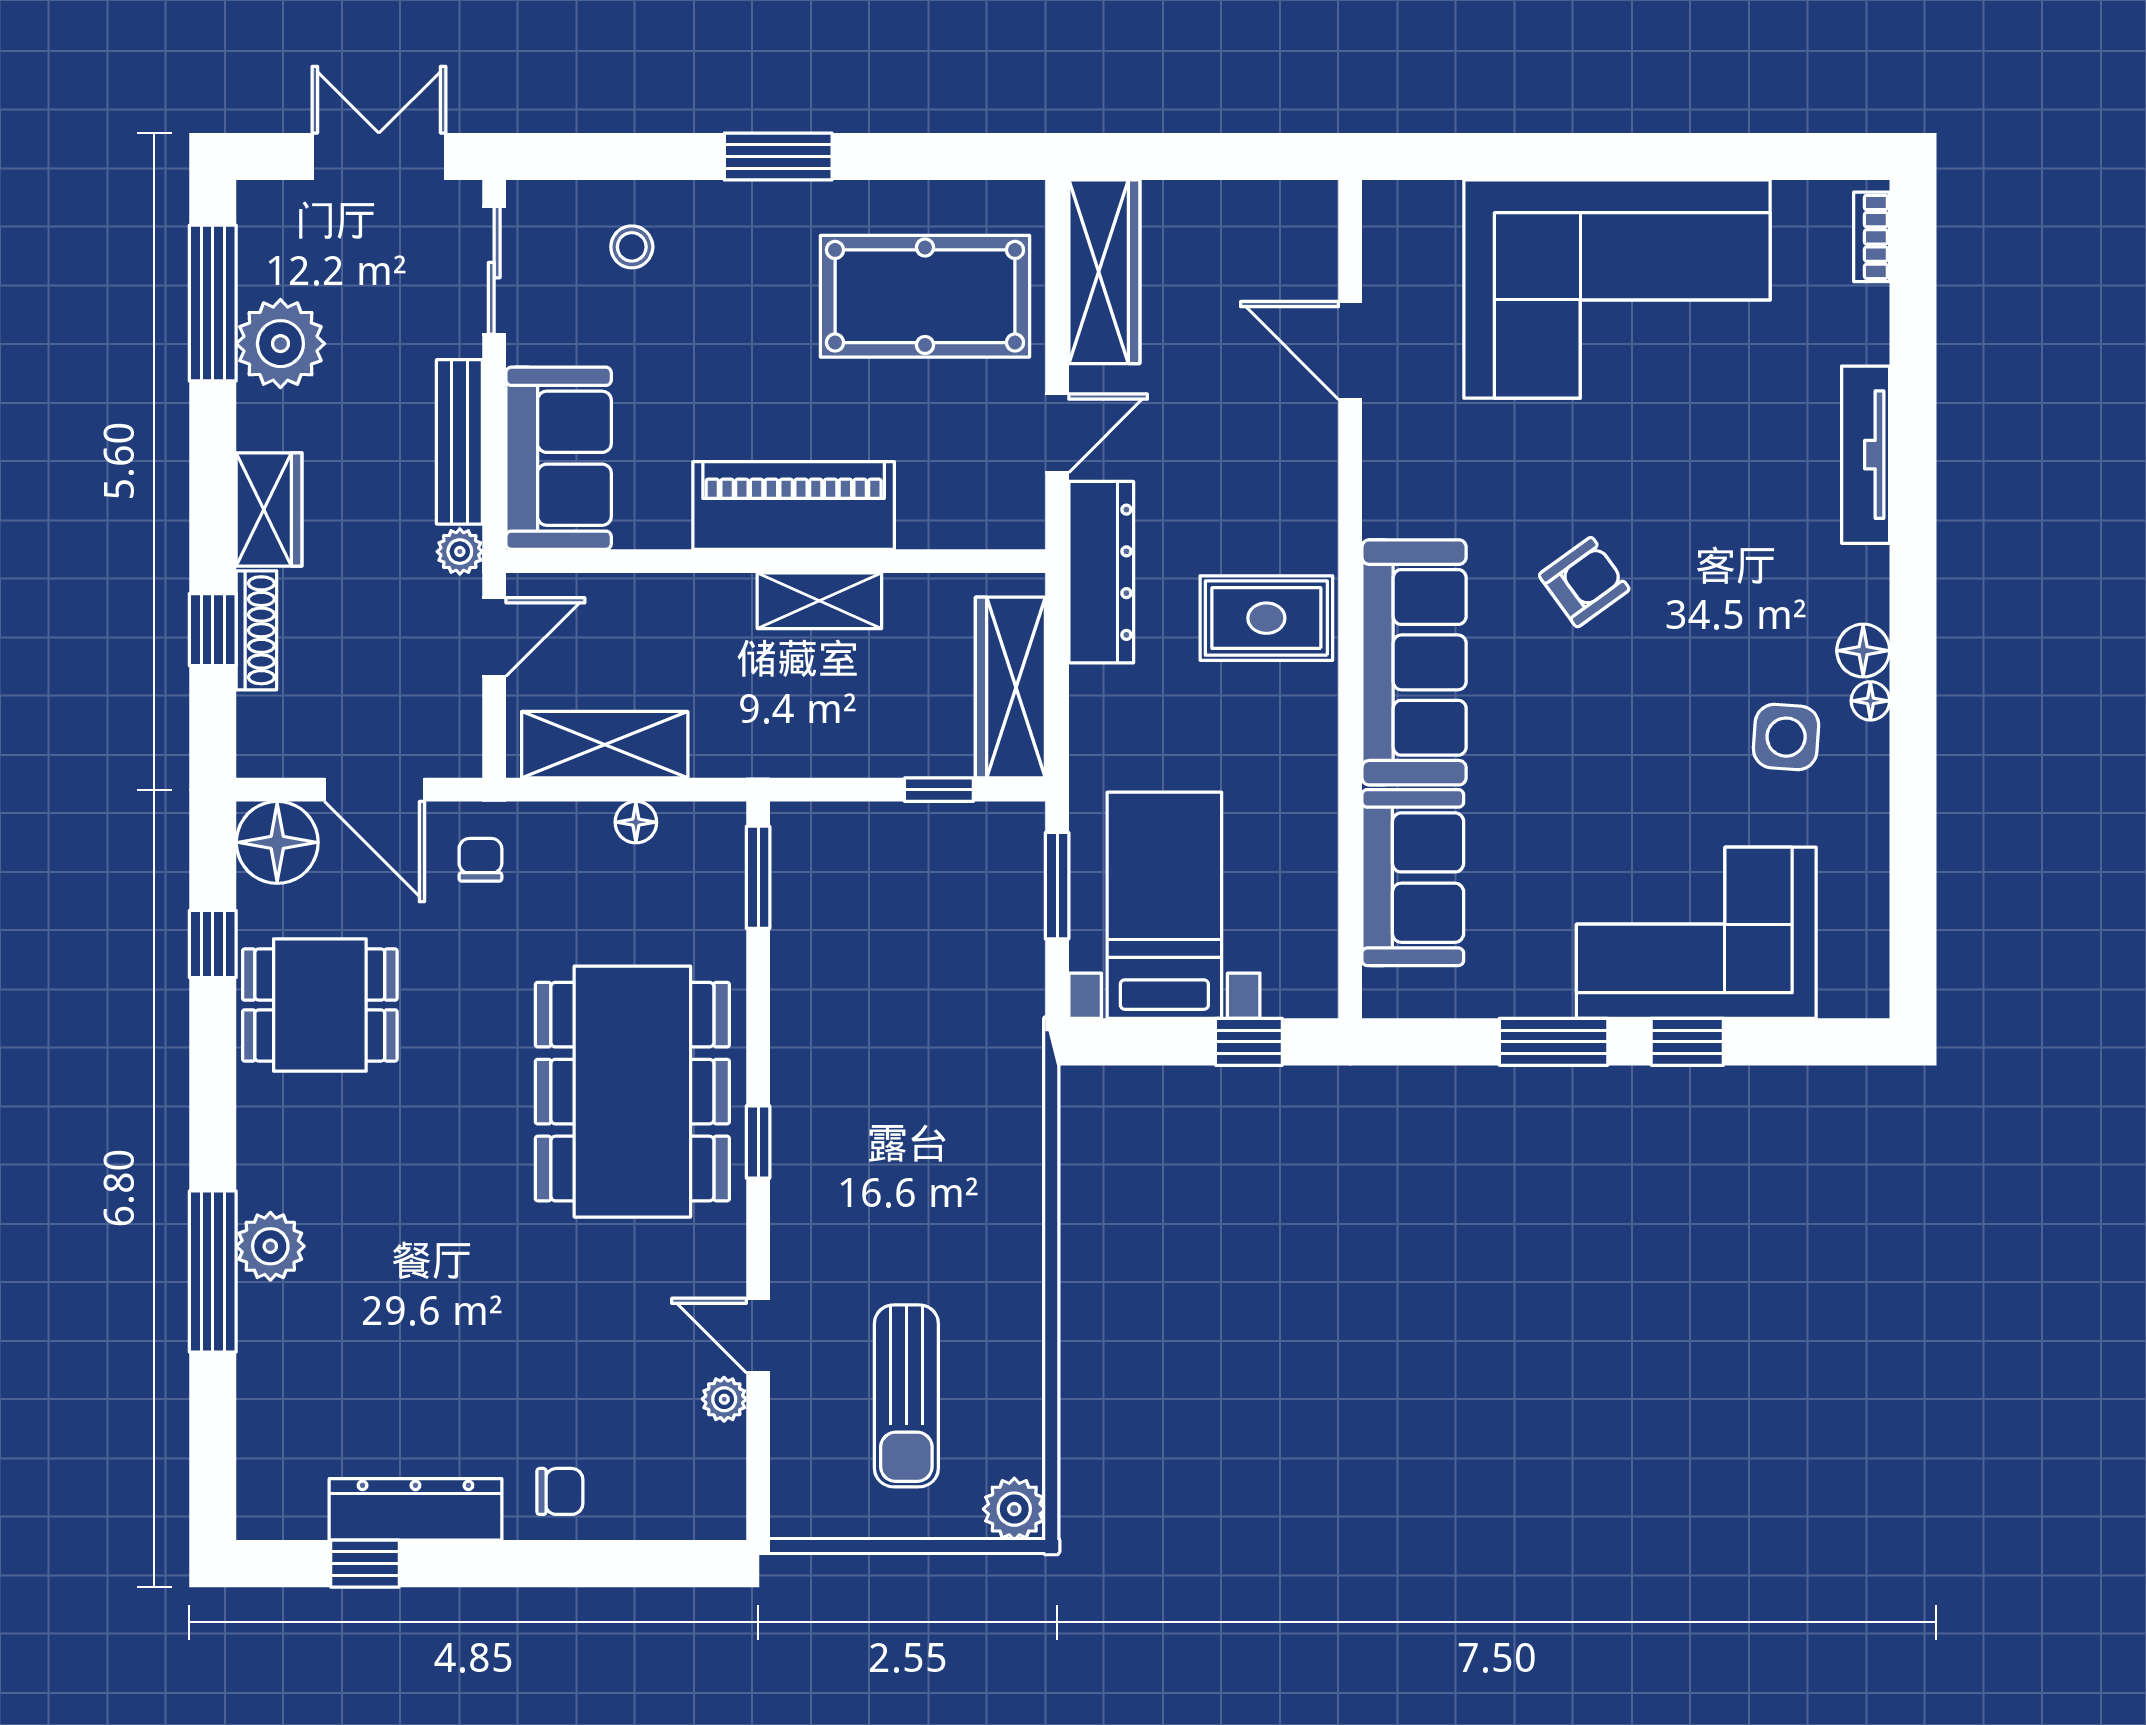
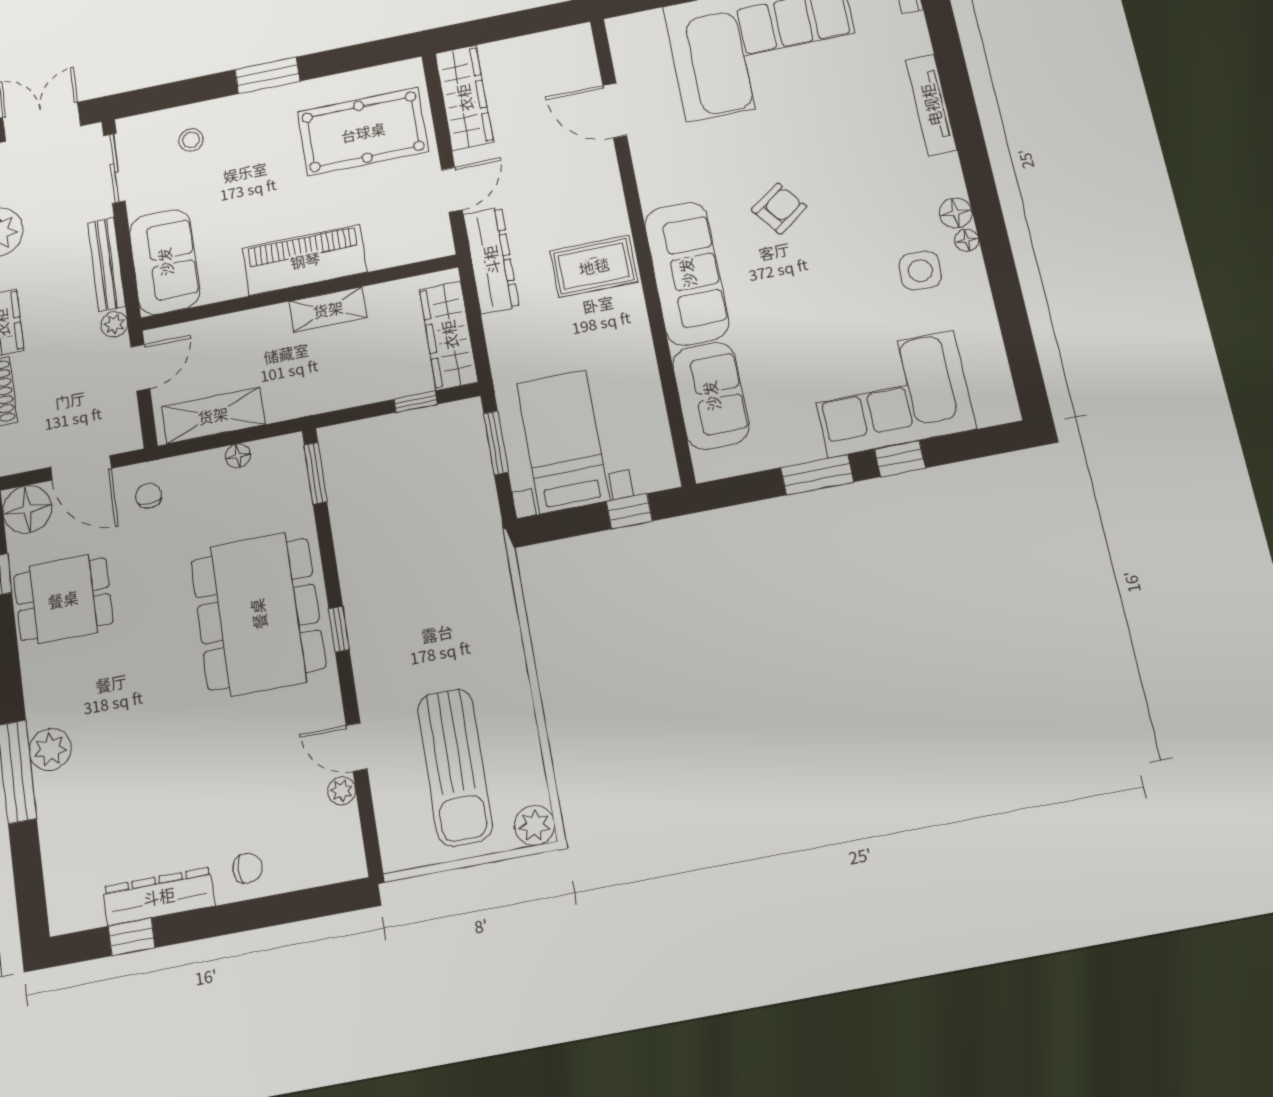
sun lounger: (906, 1396) -> (455, 767), width x1.36, depth x1.34

